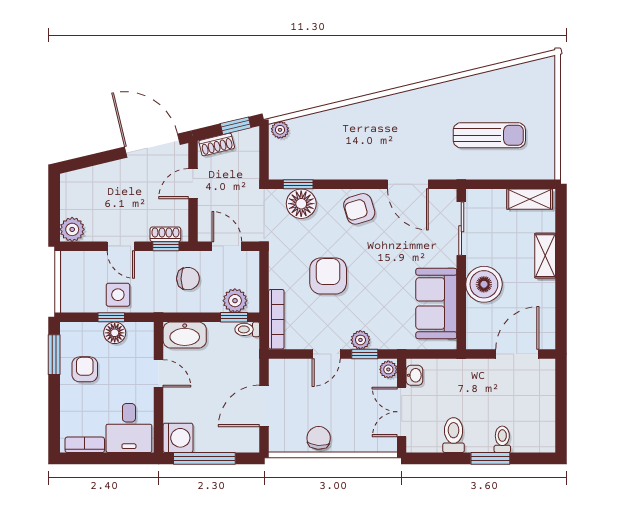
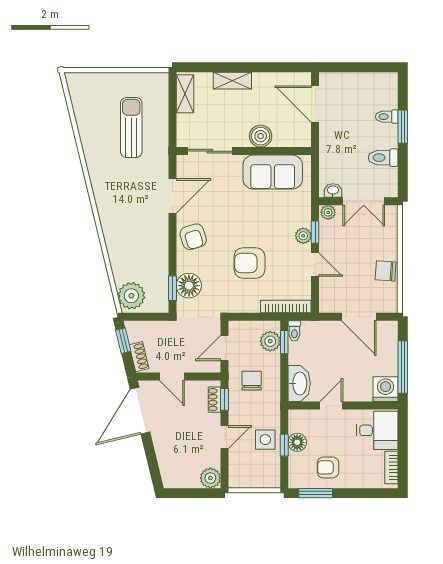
plant: (280, 130) -> (131, 296), width x1.87, depth x1.87
boiler: (484, 284) -> (261, 136), width x0.73, depth x0.73

